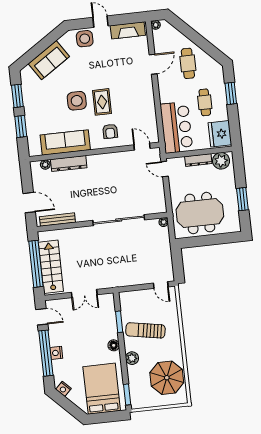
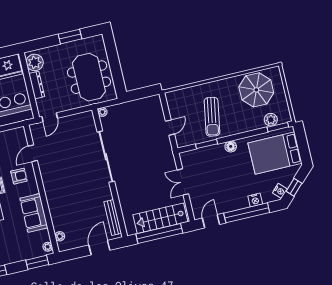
window: (21, 126) -> (37, 262), moved
sofa: (65, 142) -> (34, 213), width x0.73
door: (142, 147) -> (33, 153), moved
plant: (36, 151) -> (48, 247), added
dresser: (69, 164) -> (56, 213), removed
door: (161, 285) -> (170, 128), moved
double door: (84, 293) -> (183, 182), swing flipped
nightstand: (56, 353) -> (255, 200), moved
plant: (132, 358) -> (271, 120), moved
window: (65, 403) -> (294, 187), added

